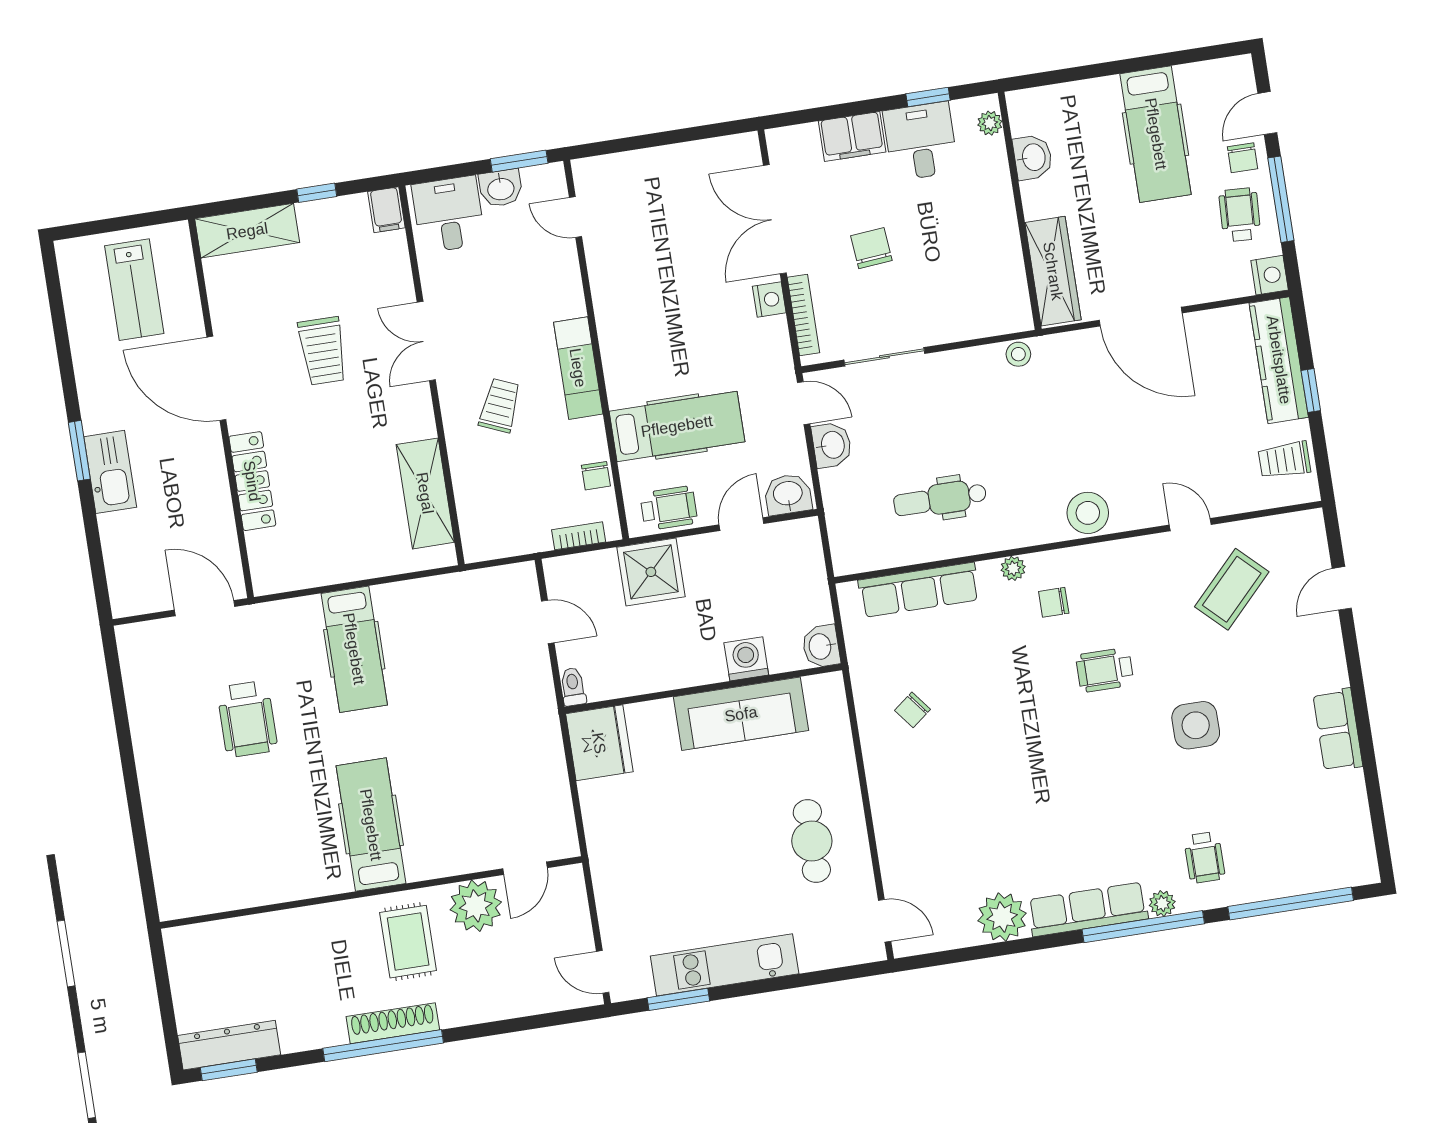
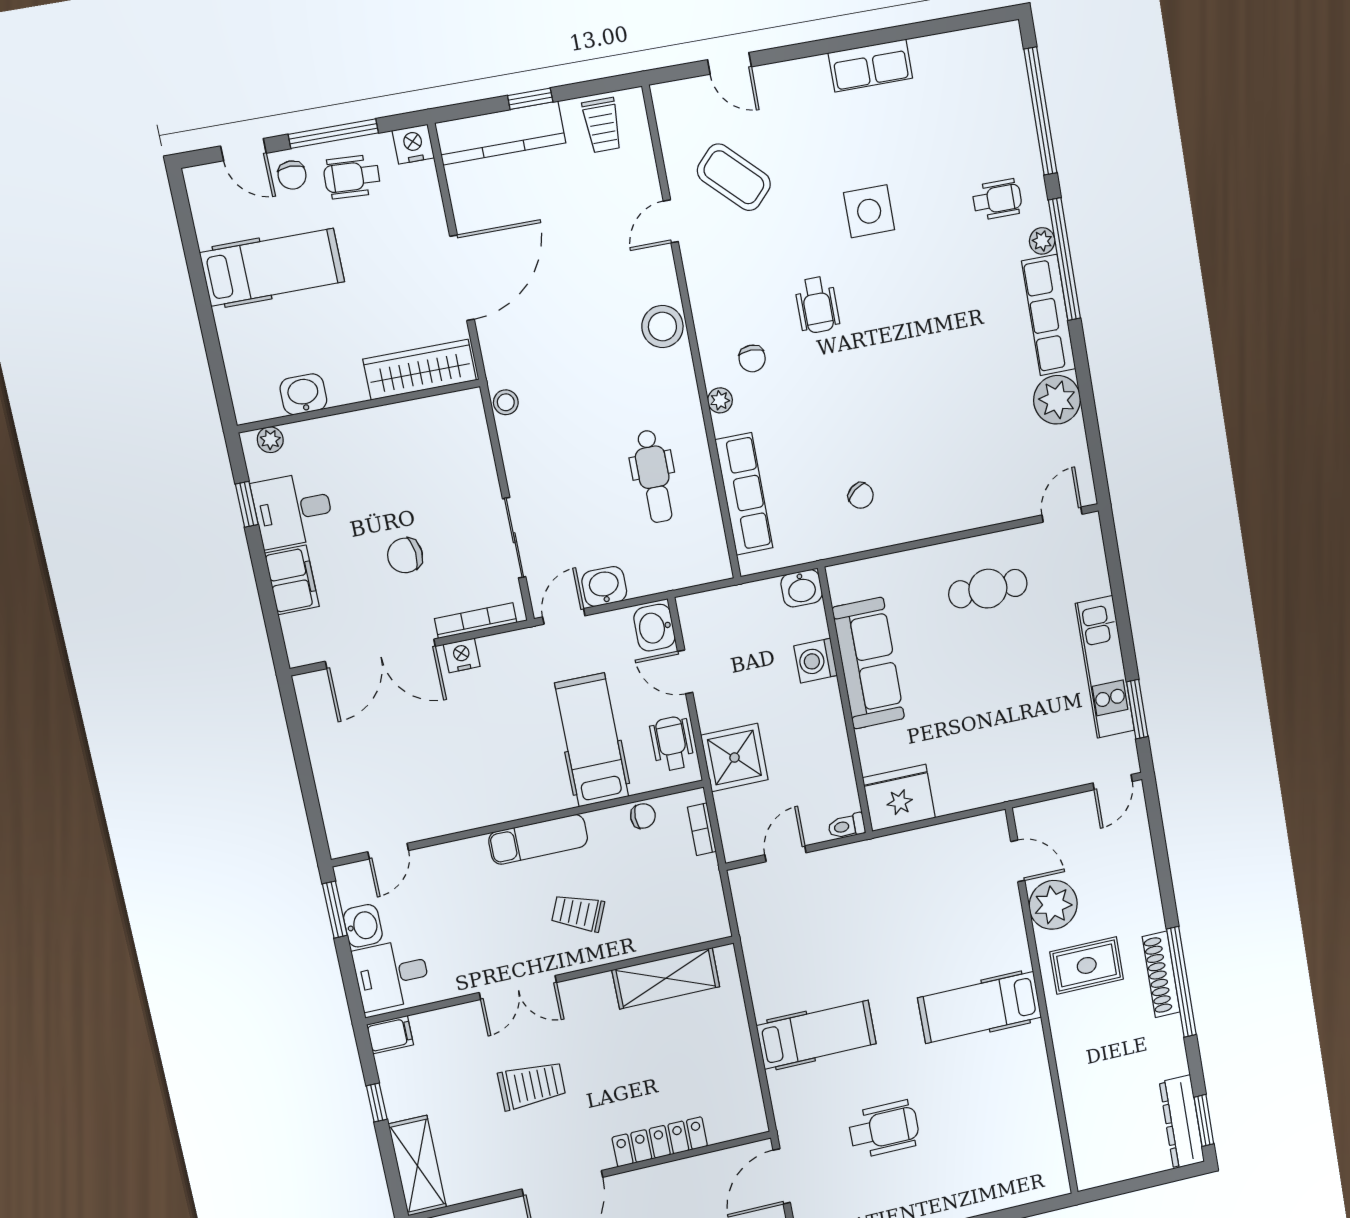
chair: (1243, 158) -> (292, 175), turned 90

